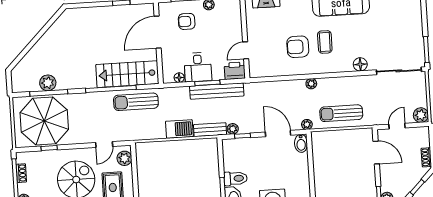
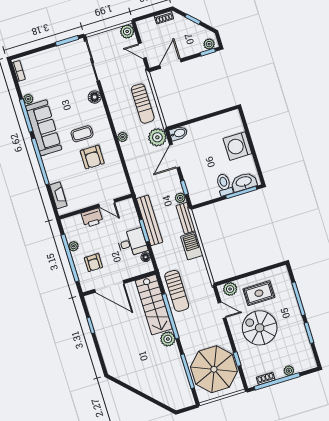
printer: (235, 71) -> (92, 218), moved, turned -90
plant: (48, 83) -> (168, 339), moved
plant: (307, 124) -> (157, 137), width x1.88, depth x1.88

